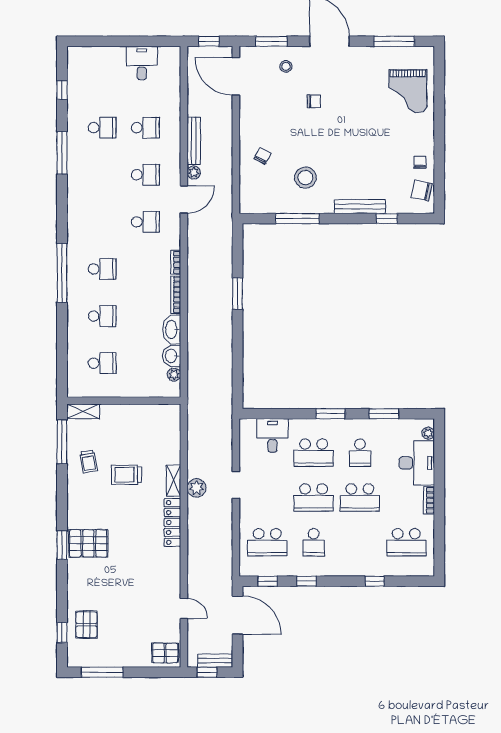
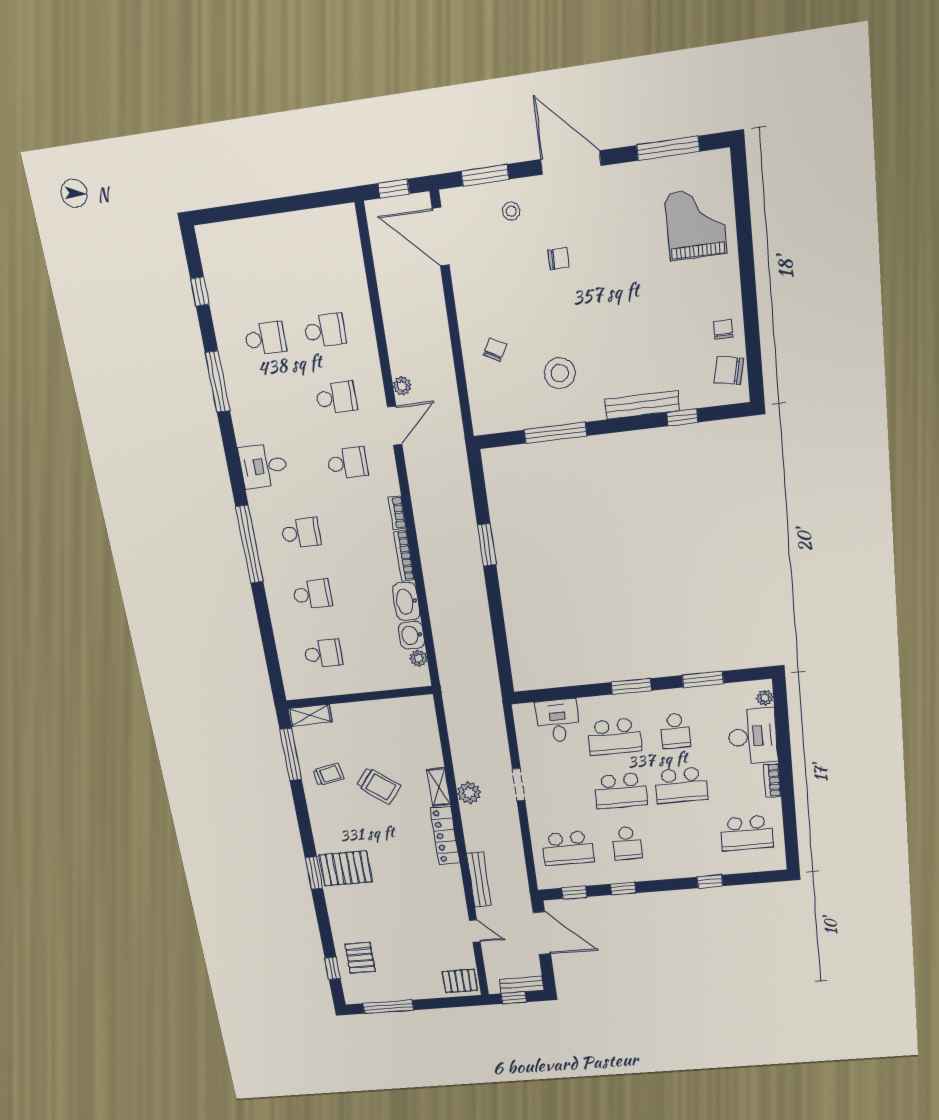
desk: (142, 63) -> (263, 466), moved, turned -90
grand piano: (408, 91) -> (696, 224), turned 180
bench: (194, 141) -> (479, 880), moved
trolley: (89, 462) -> (328, 774), turned -91
trolley: (127, 475) -> (378, 786), turned -142

